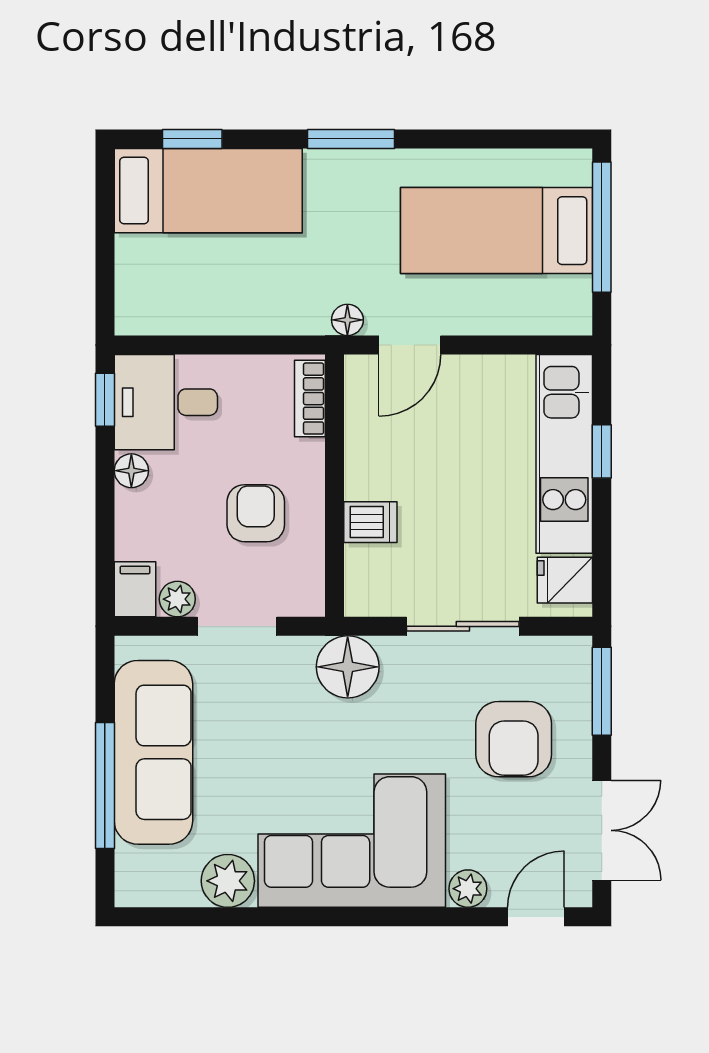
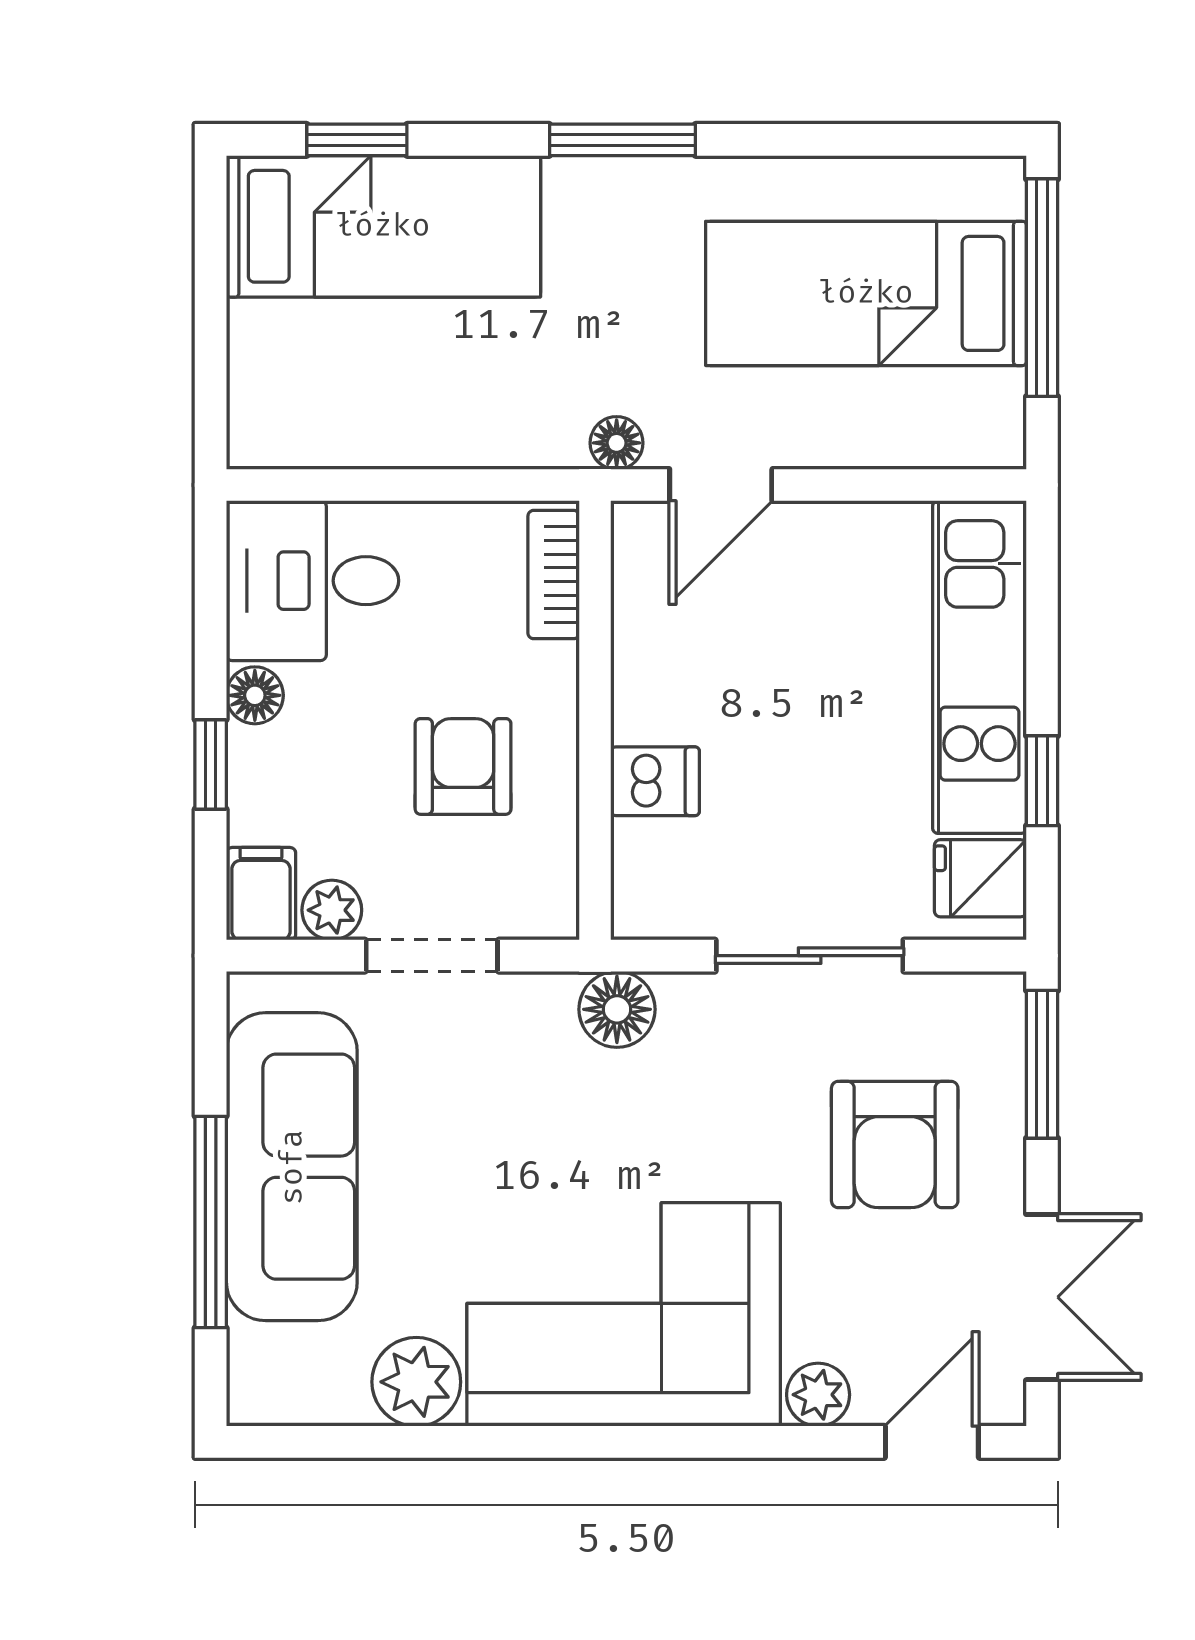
window: (105, 400) -> (211, 764), moved
window: (602, 451) -> (1042, 781), moved
floor lamp: (348, 667) -> (617, 1009), width x0.73, depth x0.73

